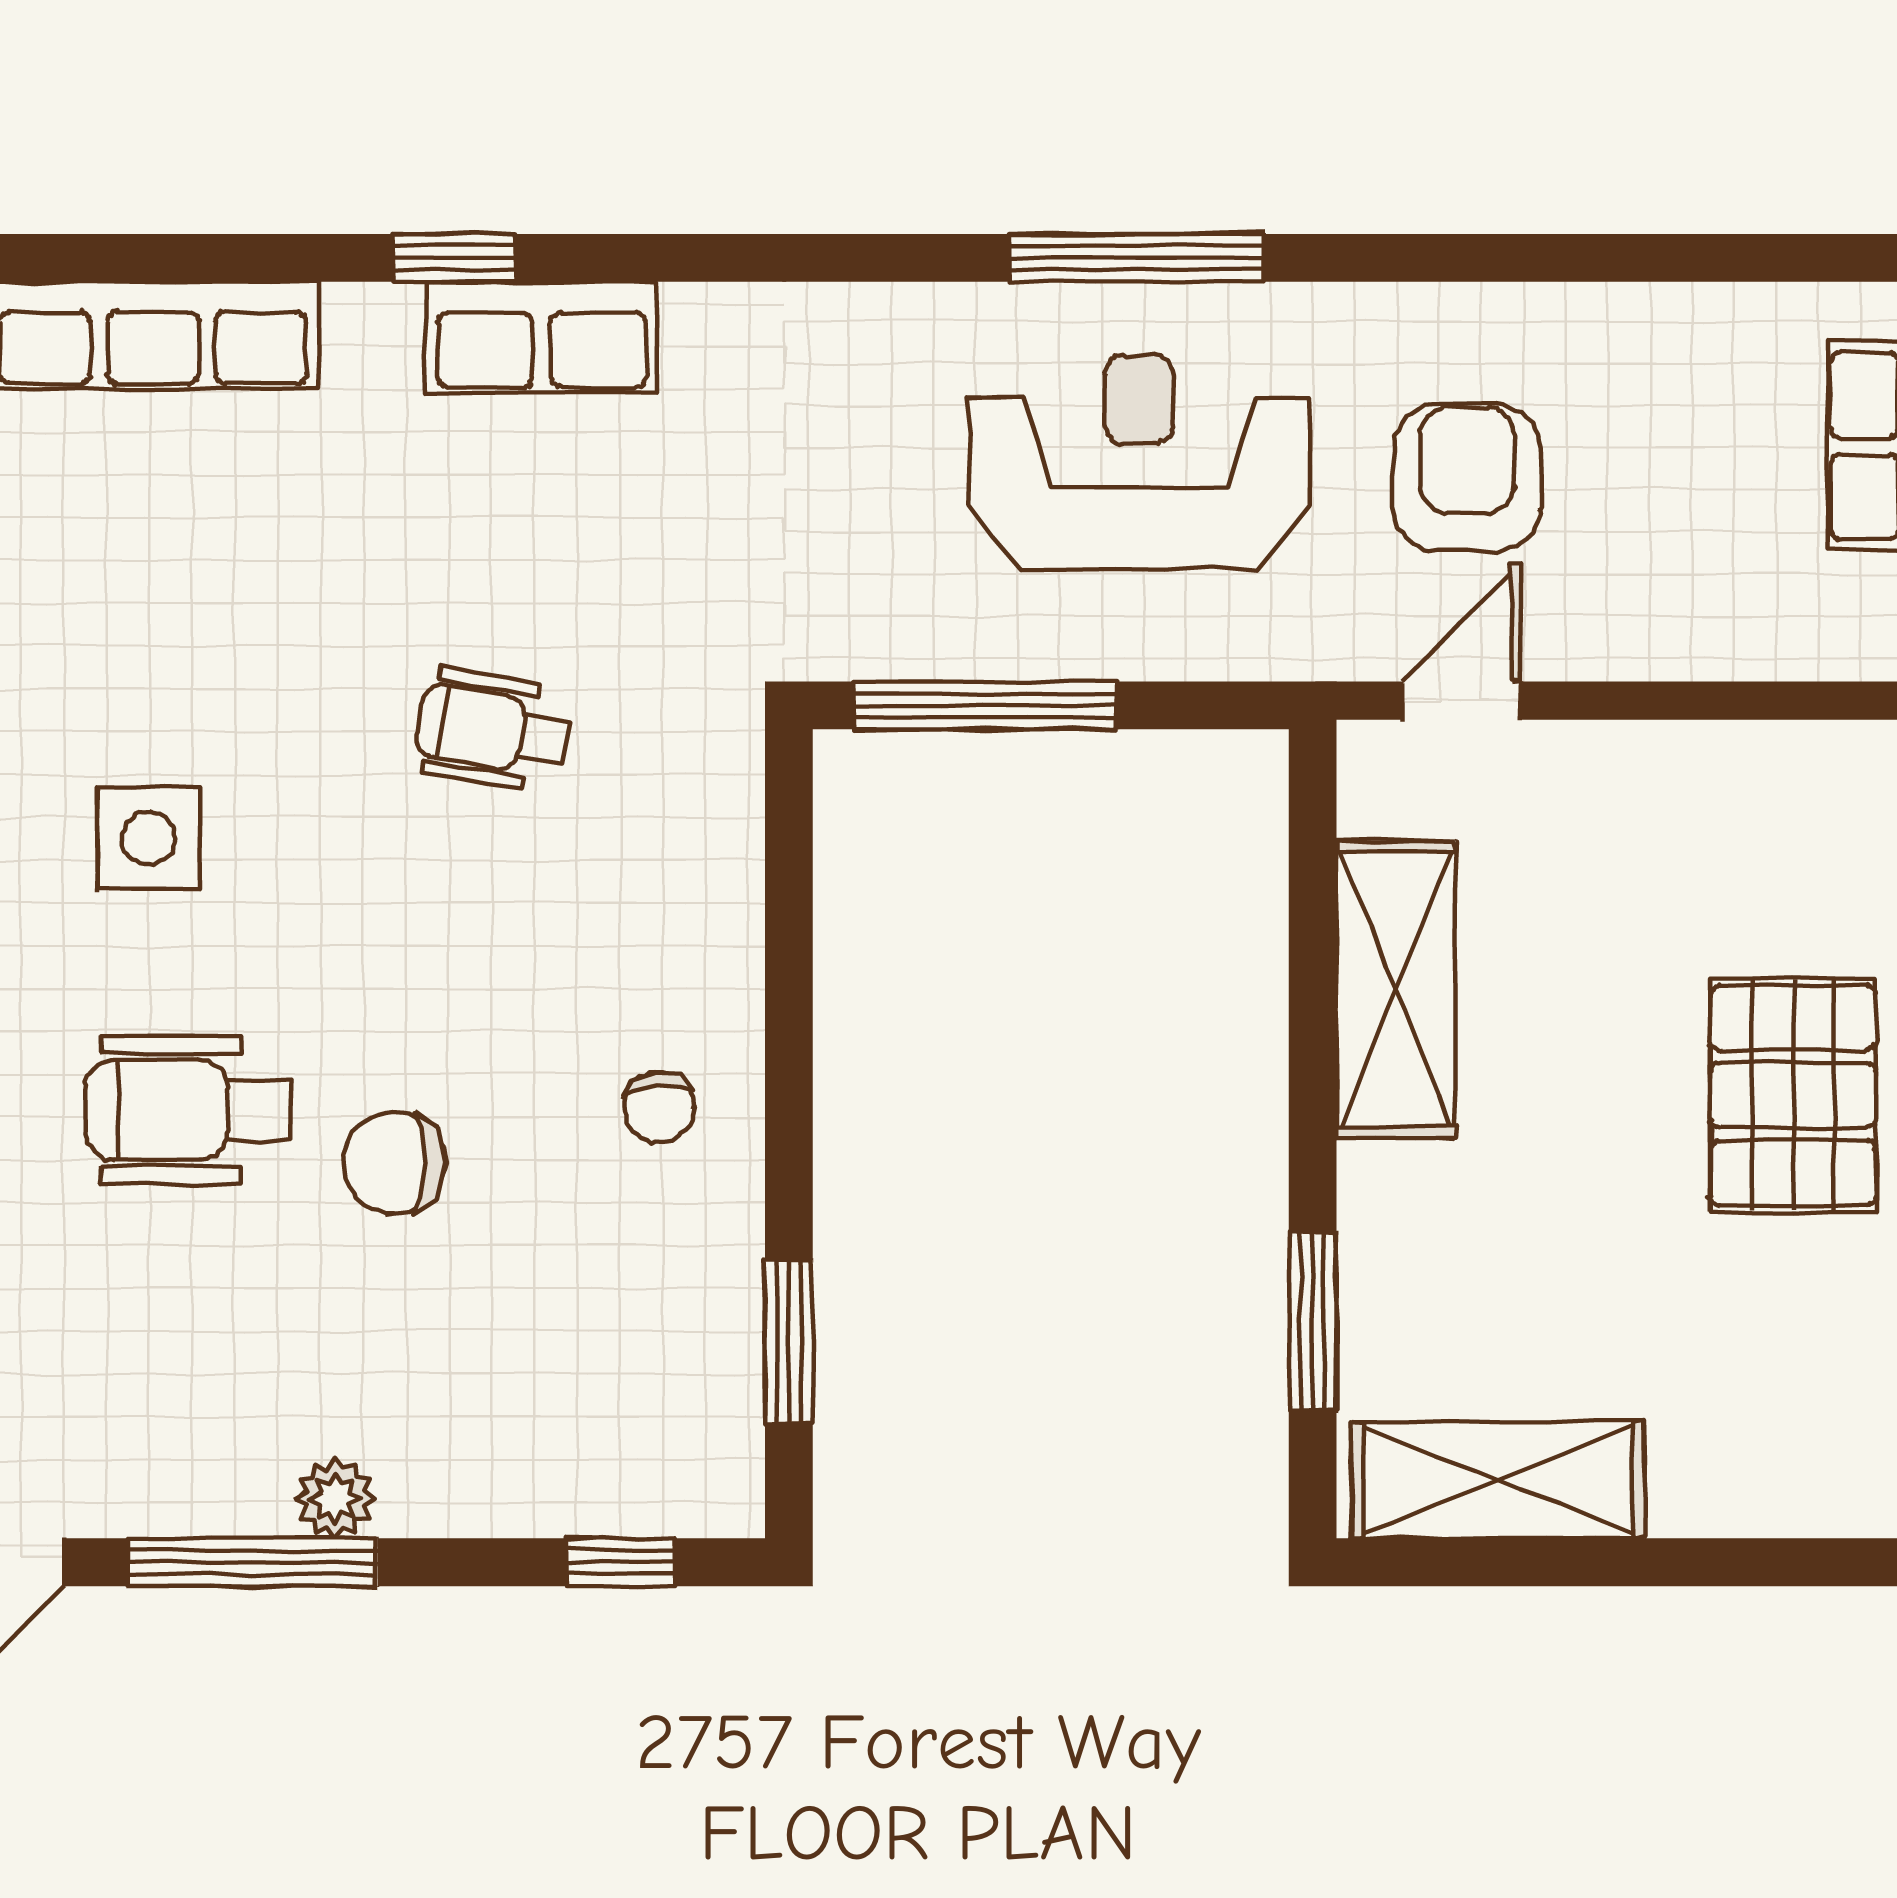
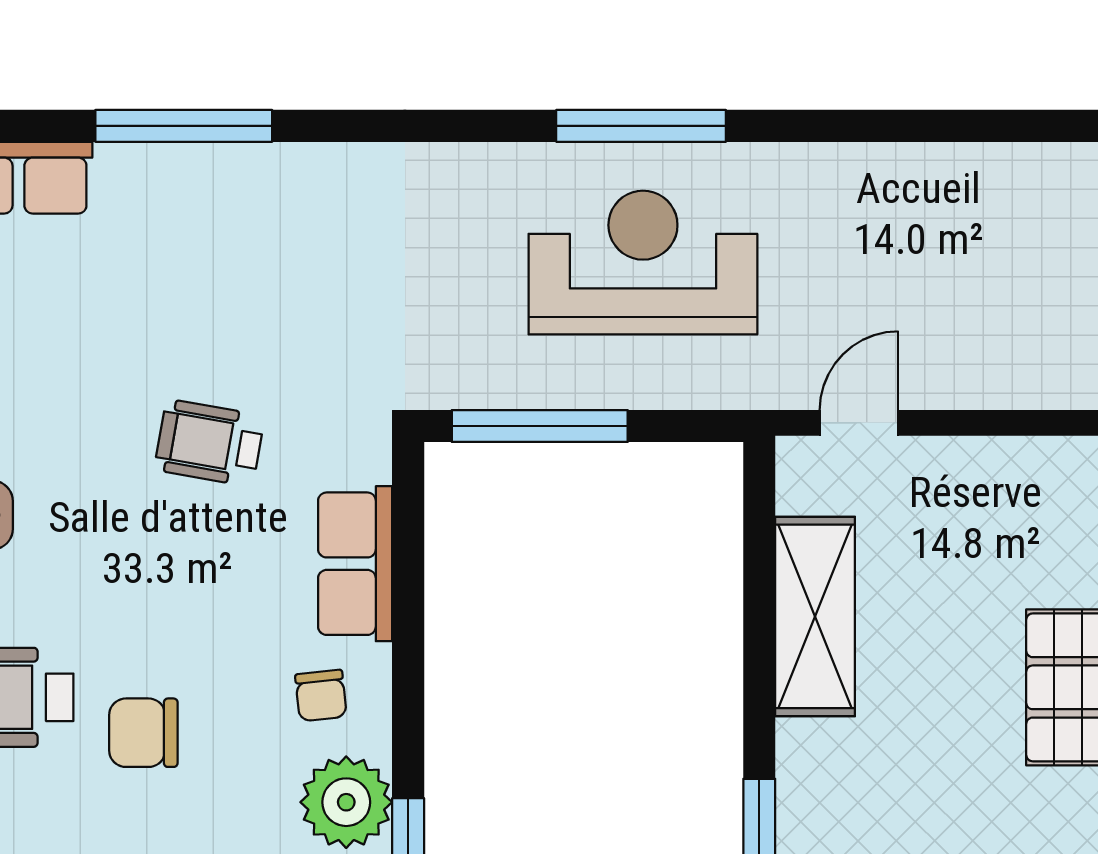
window: (454, 258) -> (184, 126), width x2.17
row of seats: (541, 337) -> (355, 564), moved, turned 90
armchair: (1467, 478) -> (863, 273), removed
plant: (697, 1266) -> (346, 802), added

